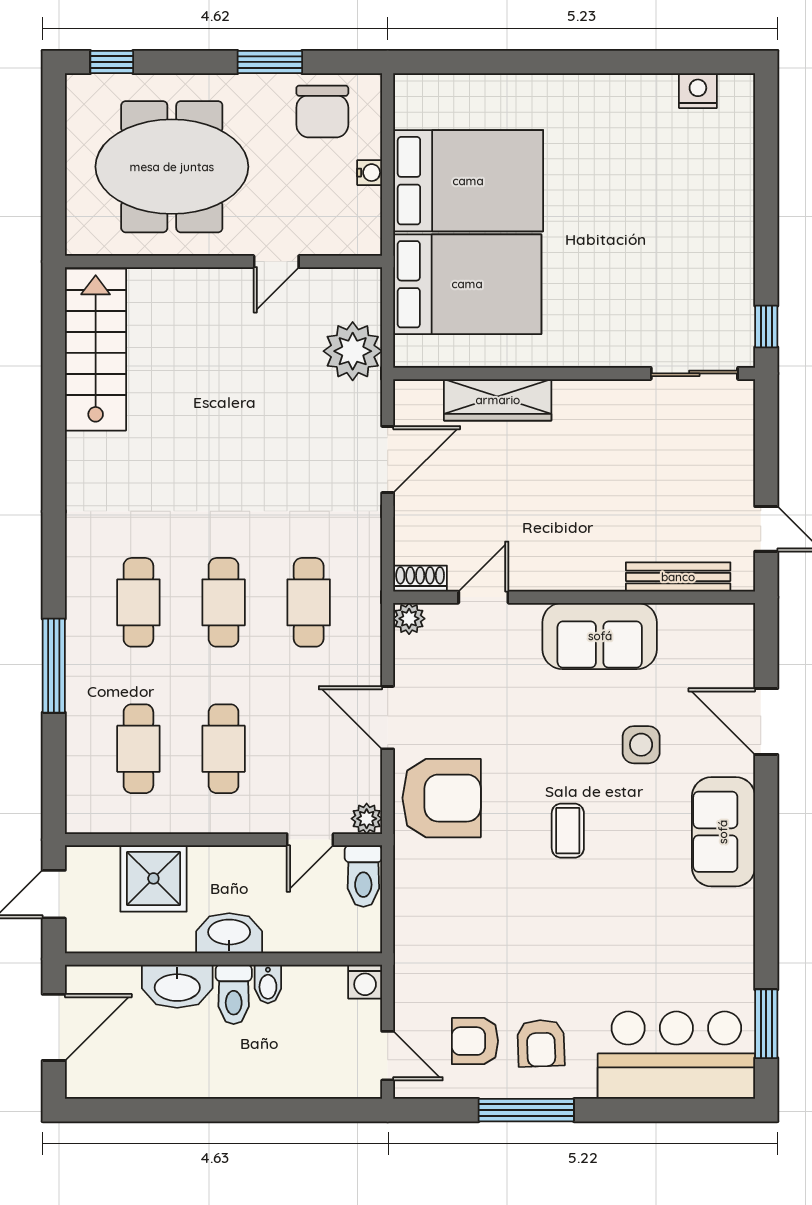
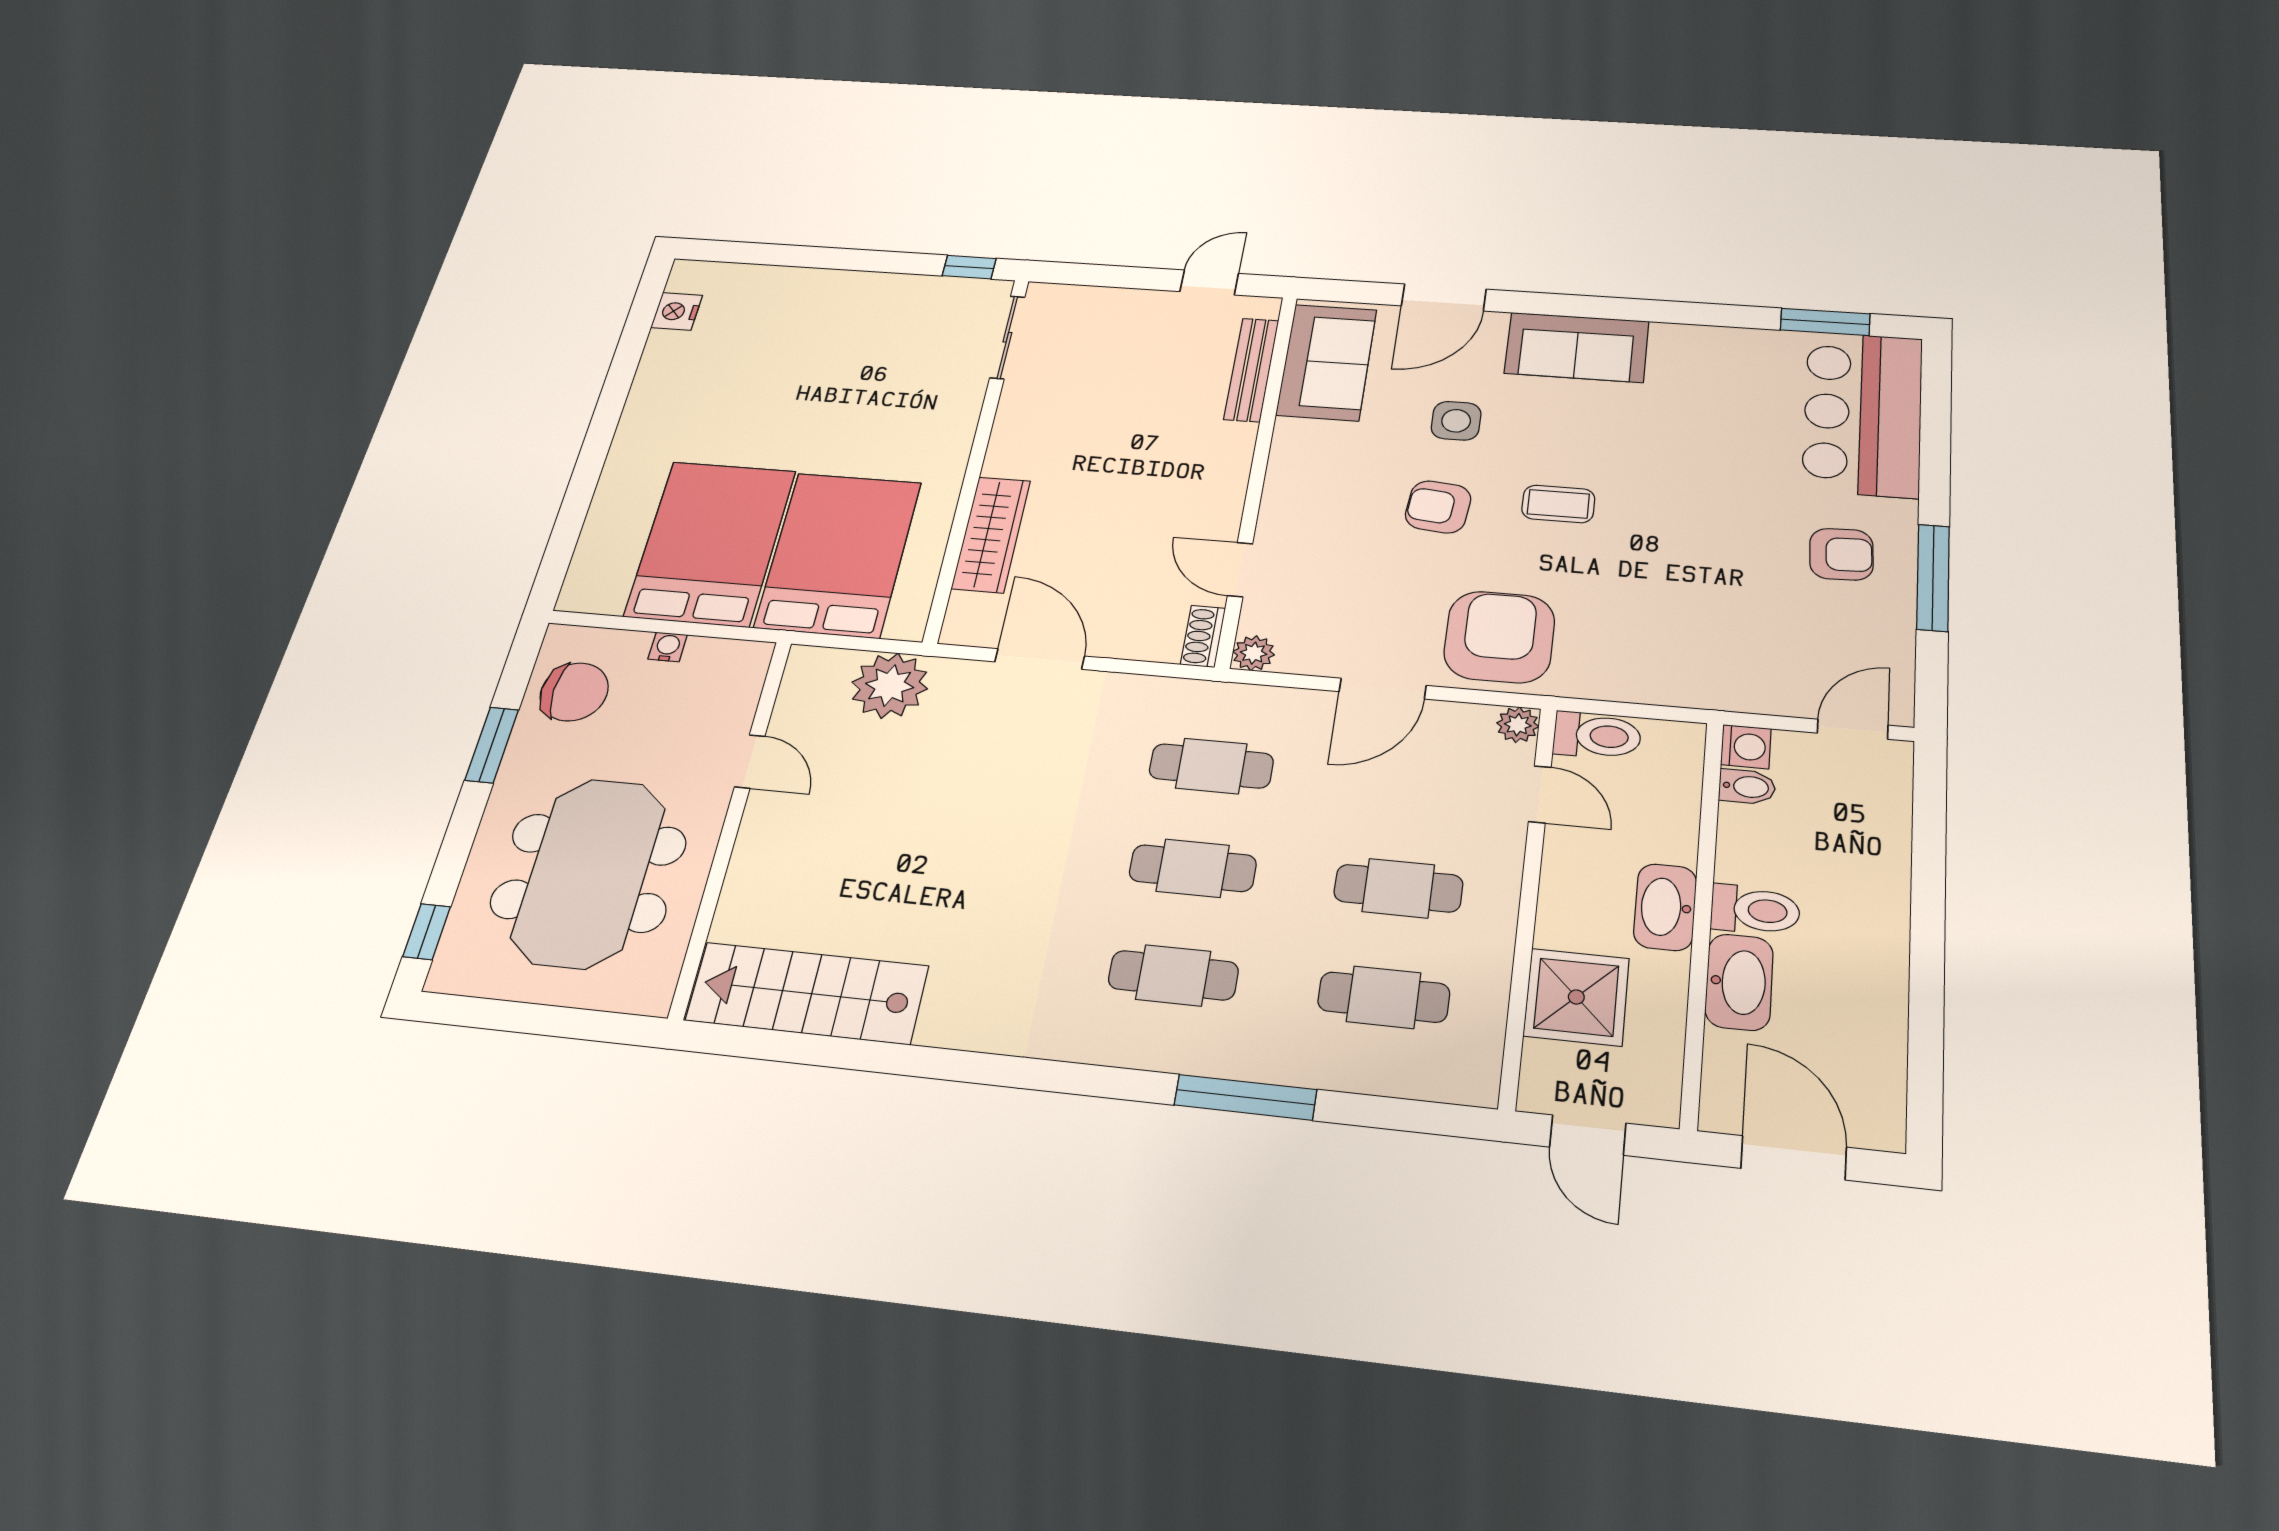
sofa: (600, 636) -> (1327, 362), moved
bidet: (268, 984) -> (1747, 787), moved
armchair: (475, 1041) -> (1438, 507), moved, turned 96

